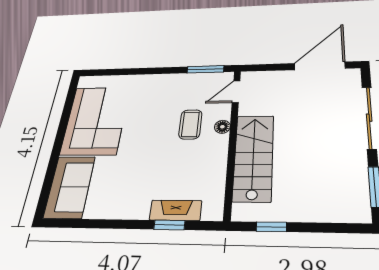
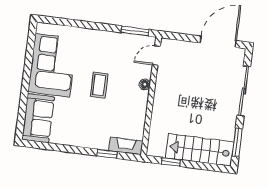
coffee table: (190, 124) -> (99, 85), moved
stairs: (253, 157) -> (200, 150), moved, turned -90
fireplace: (176, 210) -> (126, 146), moved

